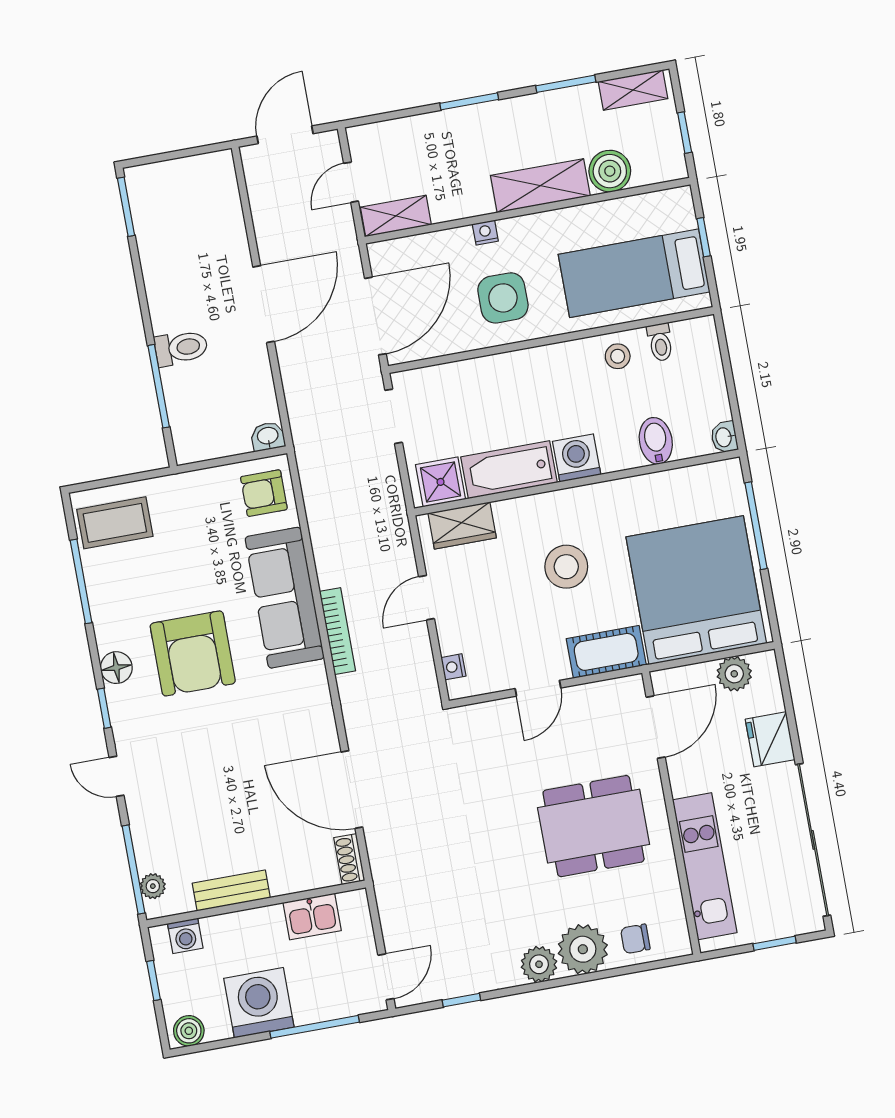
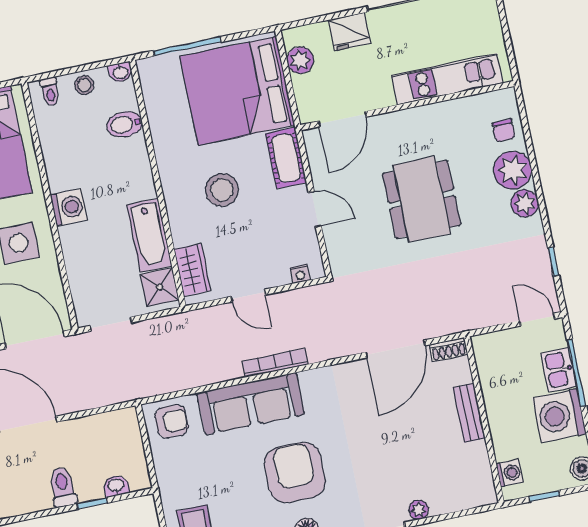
toilet: (660, 342) -> (50, 92), moved, turned 90
stool: (618, 356) -> (84, 85), moved
window: (159, 386) -> (92, 503), width x0.46
washbasin: (268, 436) -> (116, 486), moved, turned 90
washing machine: (577, 458) -> (69, 207), moved, turned 180
armchair: (264, 493) -> (172, 421), turned -90
armchair: (193, 653) -> (295, 473), turned -90
door: (656, 727) -> (342, 119), swing flipped
dining table: (594, 826) -> (422, 199), moved
window: (133, 870) -> (460, 514), removed
plant: (153, 886) -> (419, 510), moved
bench: (231, 891) -> (469, 413), moved
kitchen sink: (312, 916) -> (559, 370), moved, turned 180
window: (775, 943) -> (504, 25), removed

